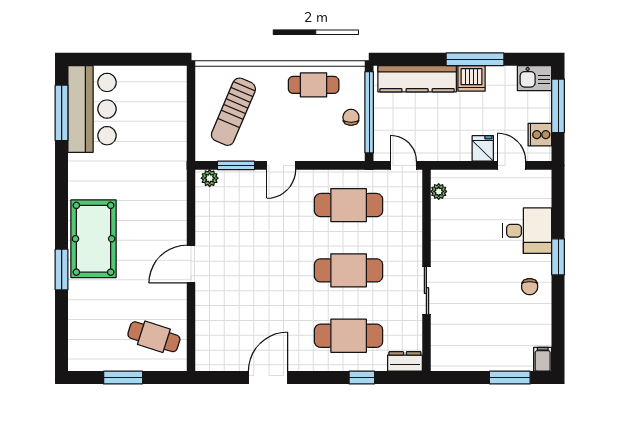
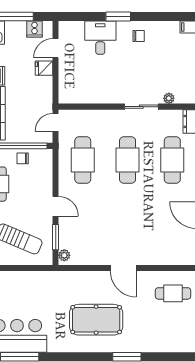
plant: (439, 191) -> (169, 98), moved
pool table: (94, 239) -> (96, 320), moved
cafe table: (154, 337) -> (173, 293), turned 72

